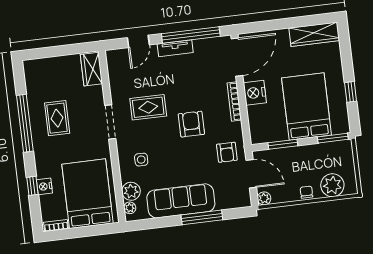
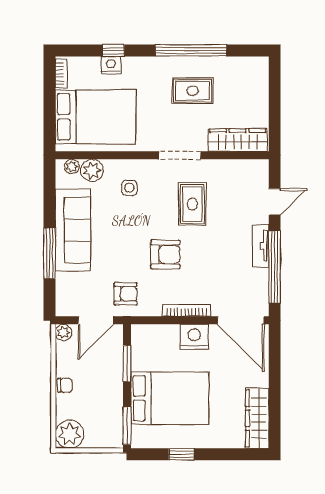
door: (138, 41) -> (275, 202), swing flipped
wardrobe: (91, 69) -> (238, 140), width x1.50
armchair: (227, 152) -> (126, 294), turned 180
plant: (332, 185) -> (70, 434), moved

